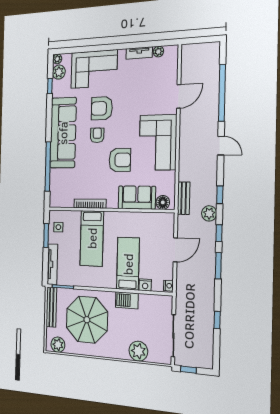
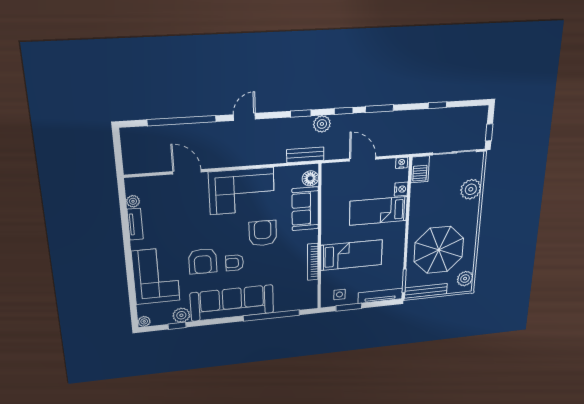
plant: (59, 72) -> (181, 315), moved
barbecue: (127, 300) -> (420, 169), moved

